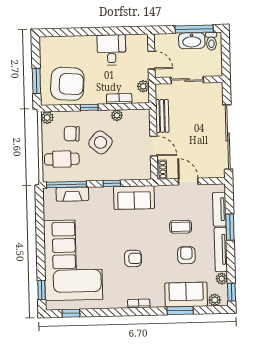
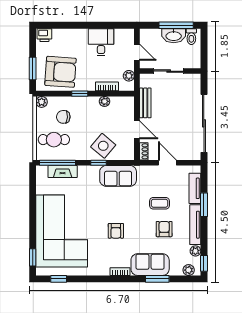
printer: (49, 44) -> (44, 35), added
side table: (100, 142) -> (103, 146), moved
armchair: (133, 258) -> (116, 231), turned 90
sofa: (186, 295) -> (150, 265), moved

